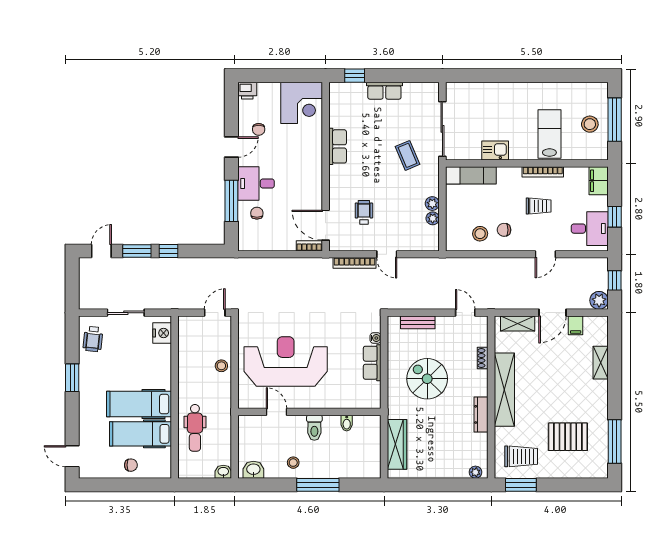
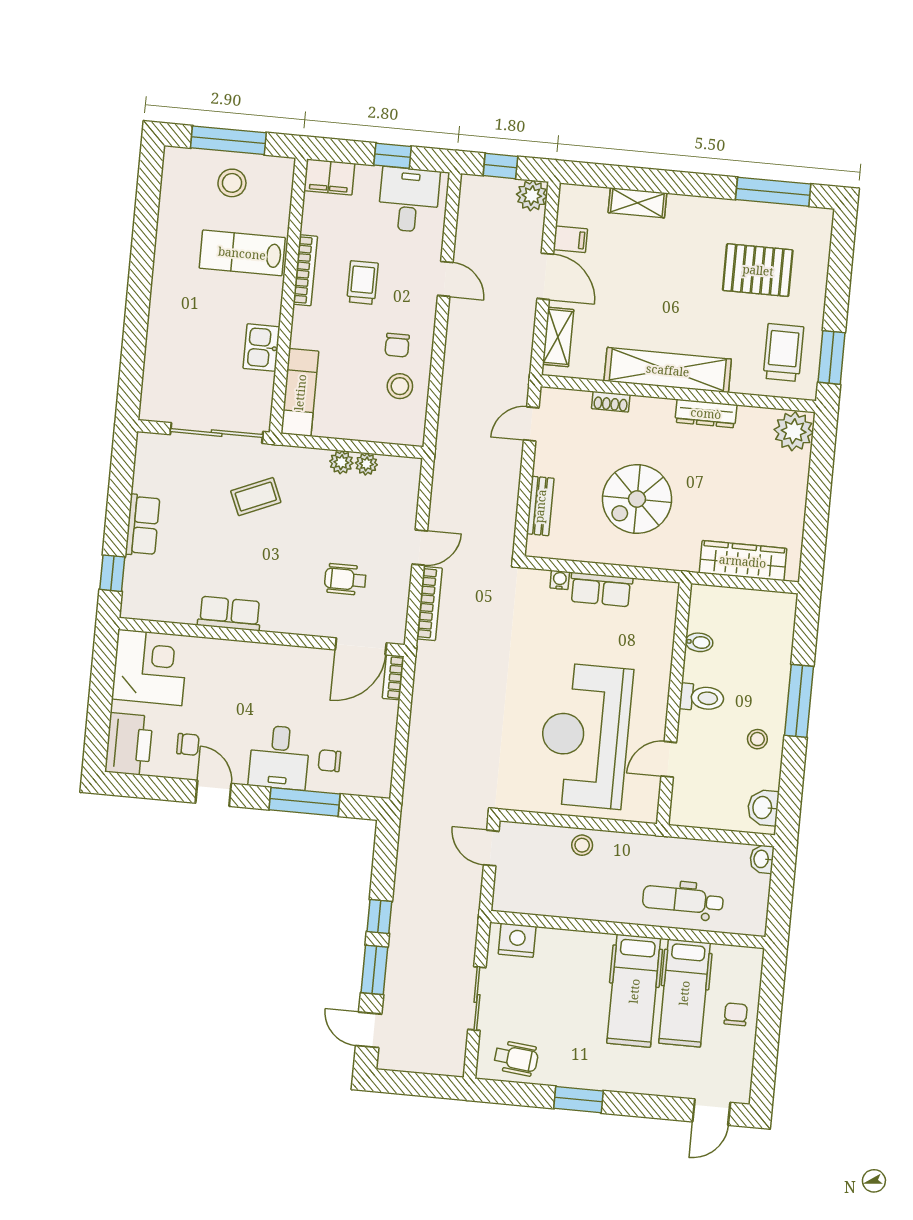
printer: (247, 91) -> (129, 744), width x1.87, depth x1.48
dental chair: (195, 428) -> (683, 900), turned 180
pallet: (568, 437) -> (758, 270), turned 90
plant: (475, 472) -> (794, 431), width x1.88, depth x1.88

